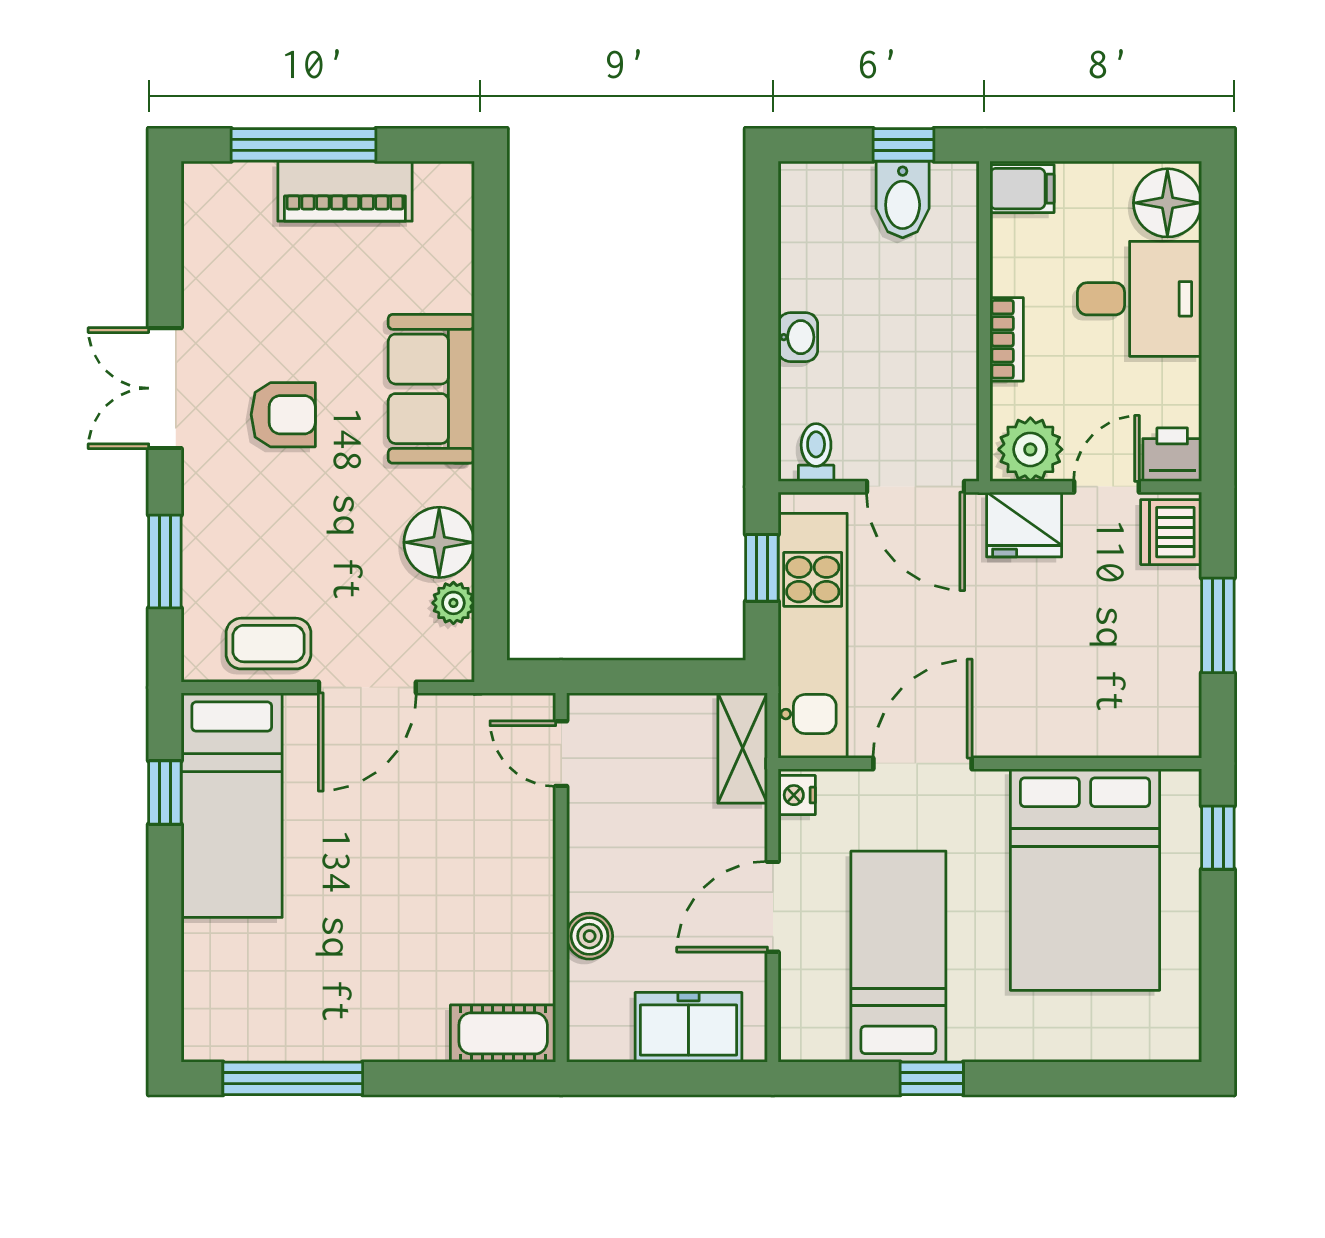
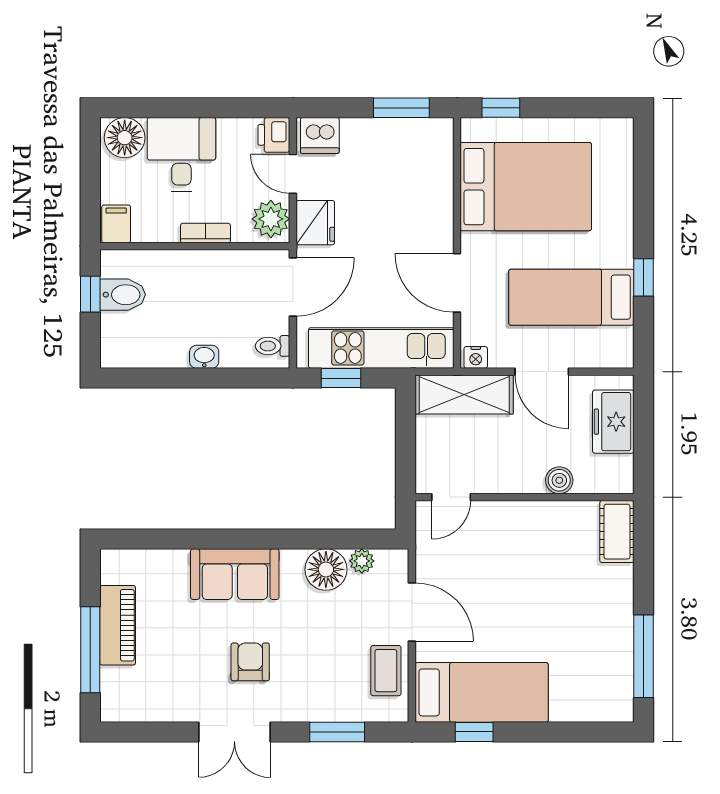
window: (1218, 625) -> (401, 108), moved
shelving: (743, 748) -> (464, 394), width x1.50, depth x1.33

